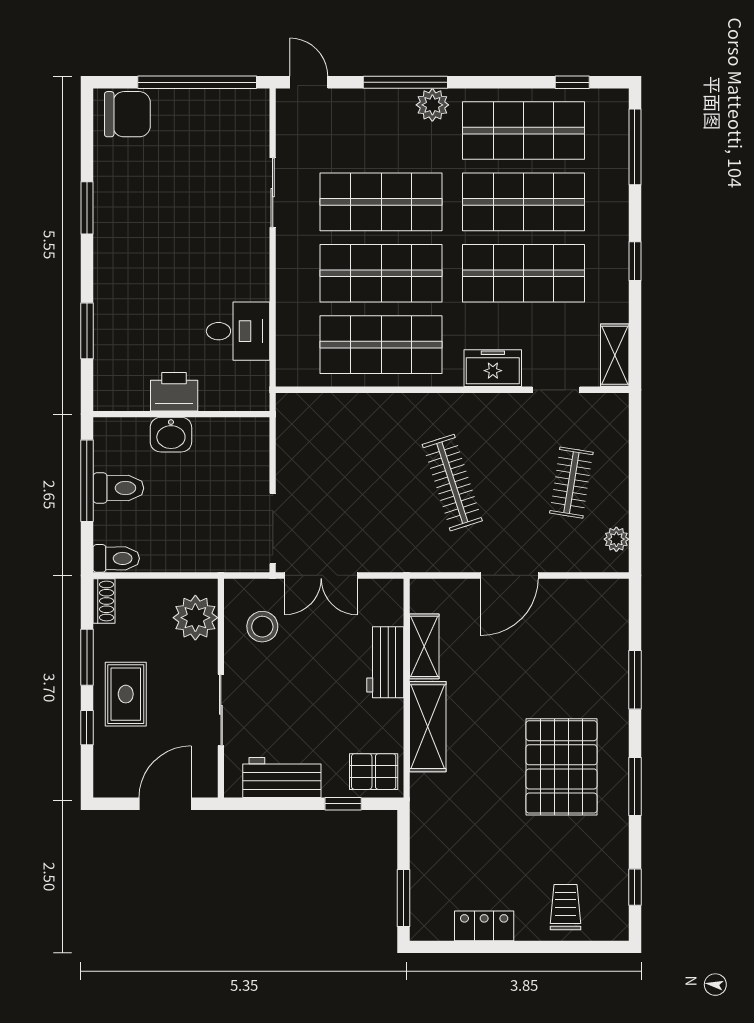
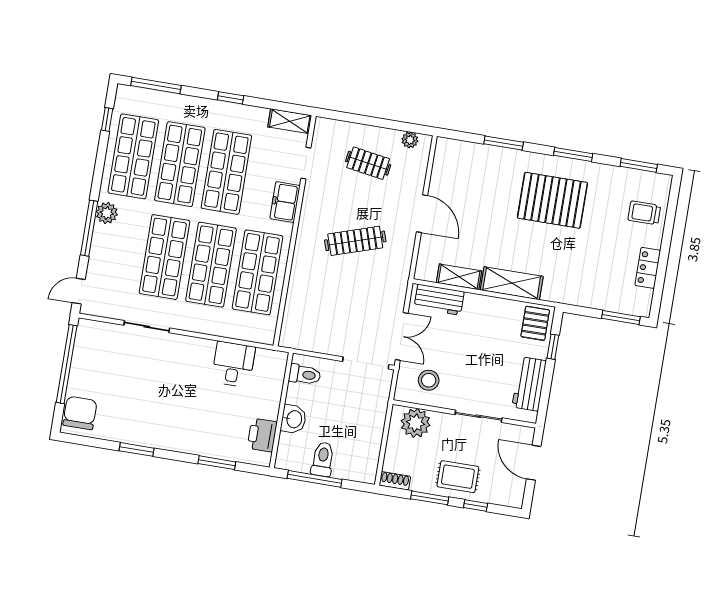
printer: (174, 392) -> (262, 435), moved
toilet: (116, 558) -> (305, 375), moved, turned 90
workbench: (385, 662) -> (439, 300), moved
window: (635, 887) -> (639, 165), width x1.50

